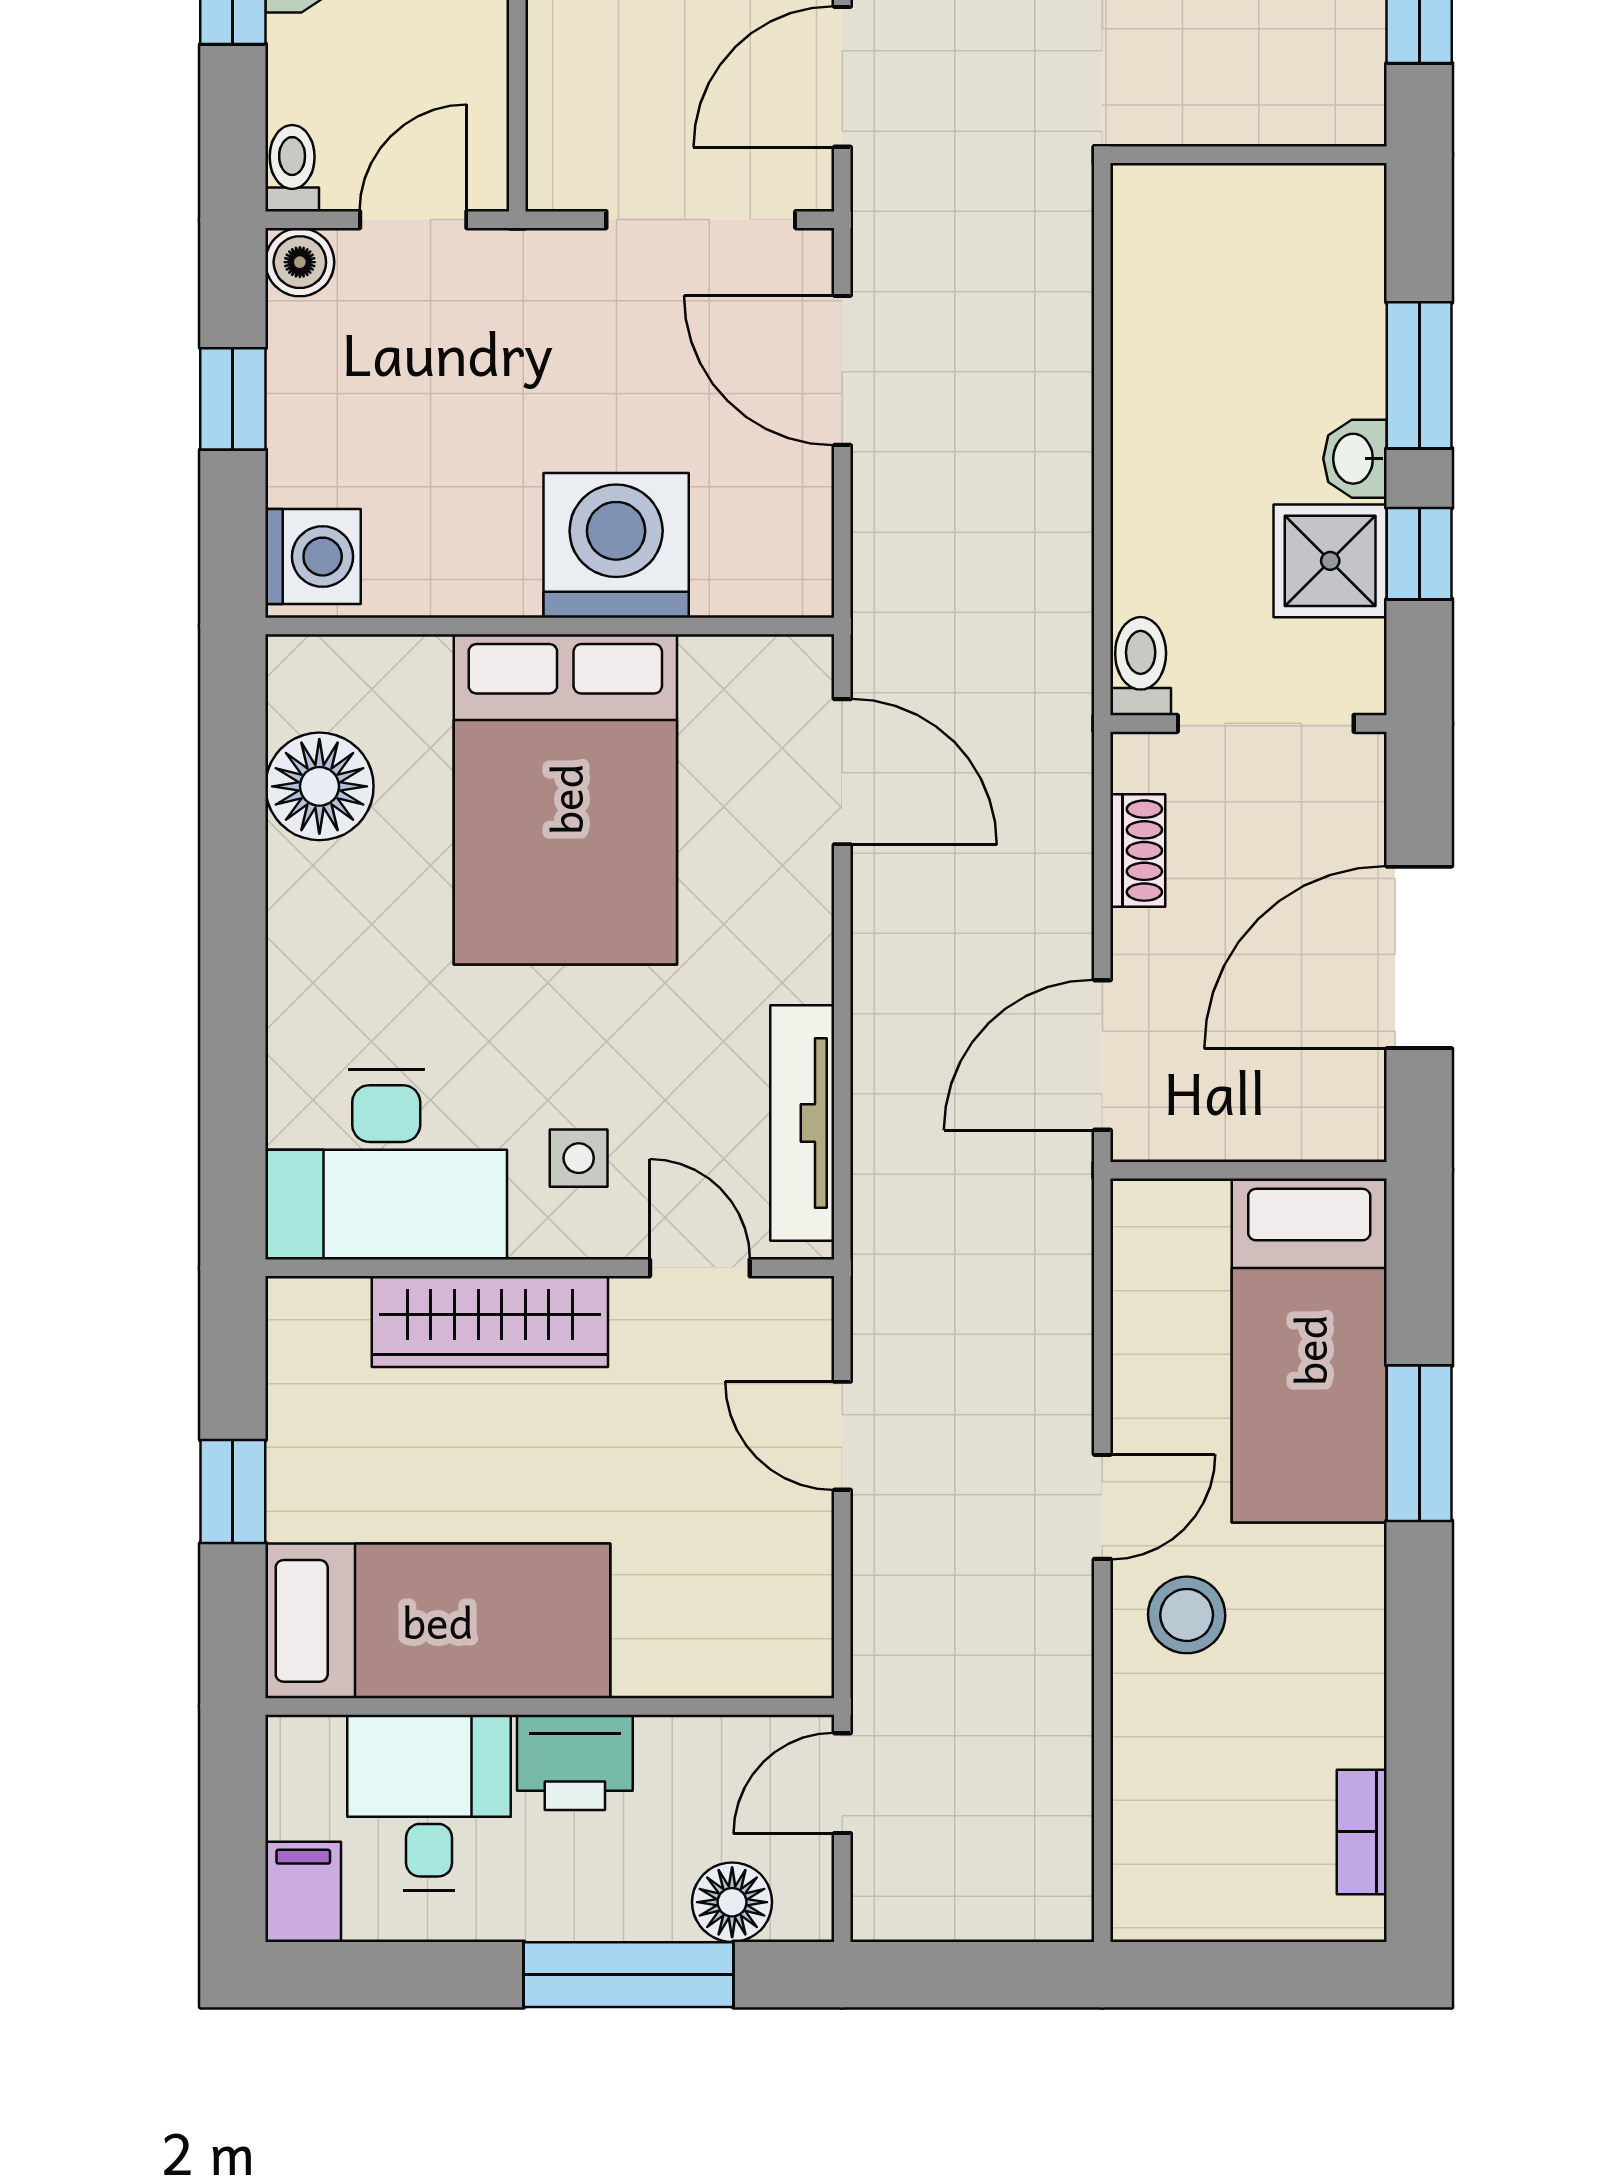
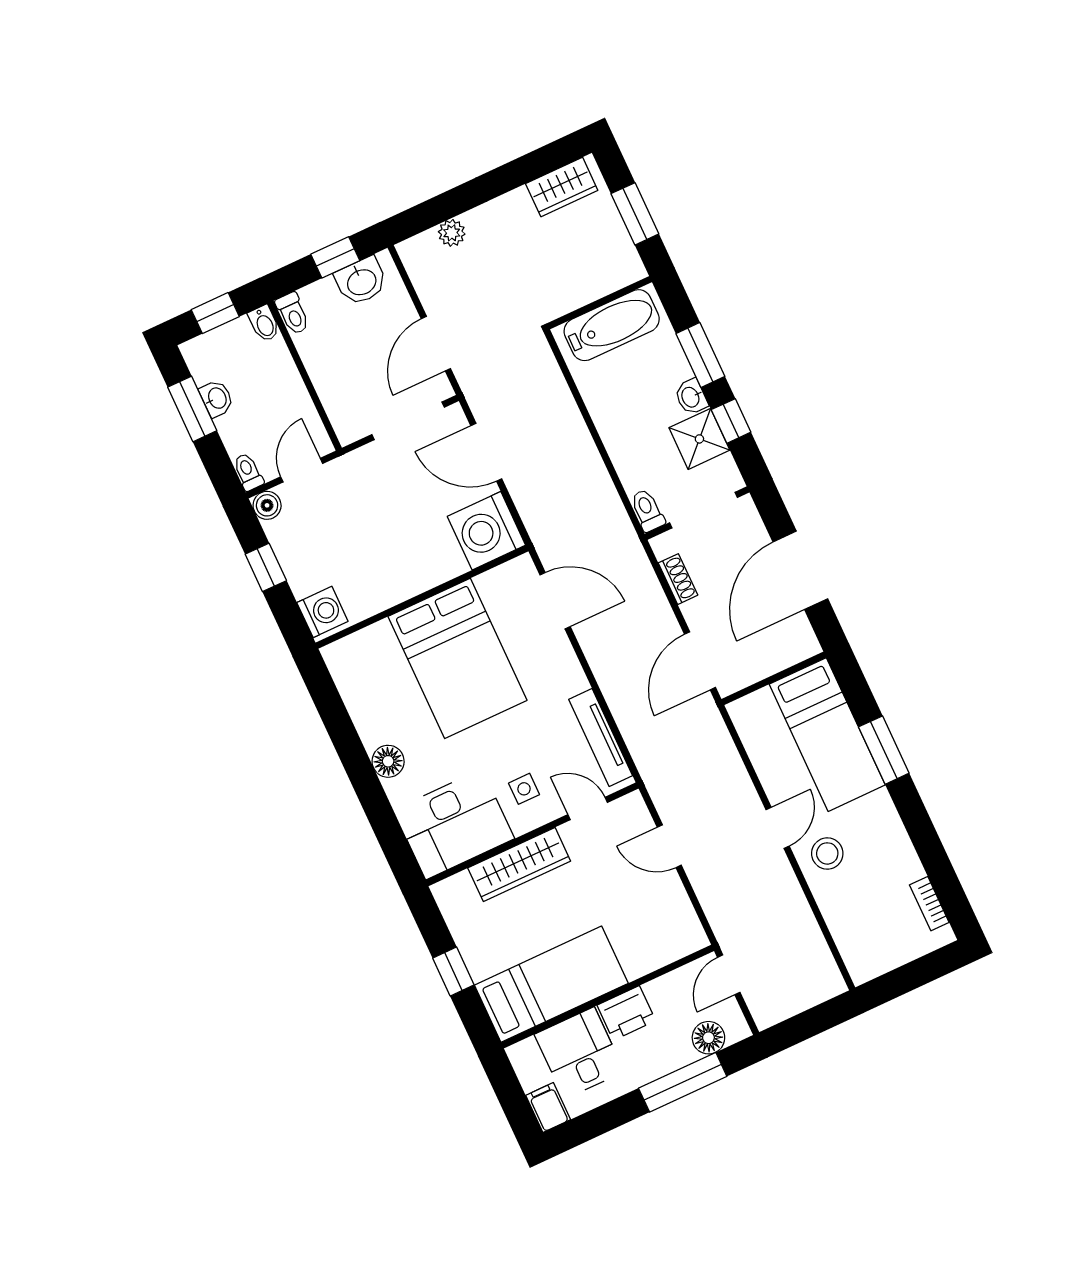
bathtub: (1252, 217) -> (612, 325), added
washing machine: (616, 545) -> (486, 531), moved, turned -90
floor lamp: (319, 786) -> (388, 761), moved, width x0.73, depth x0.73

